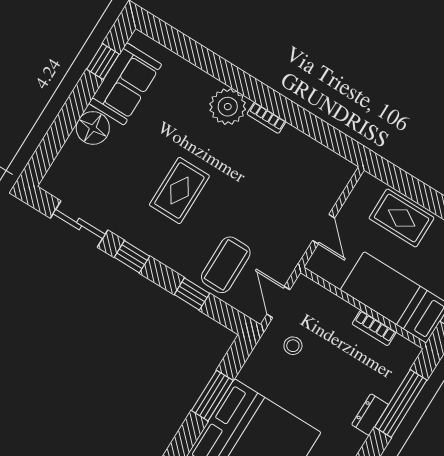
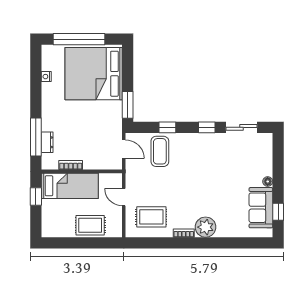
floor lamp: (93, 128) -> (268, 181), width x0.53, depth x0.53
rug: (179, 190) -> (151, 217), moved, turned 90
stool: (293, 346) -> (104, 133), removed
window: (212, 396) -> (128, 105), moved
dresser: (370, 415) -> (47, 142), moved

